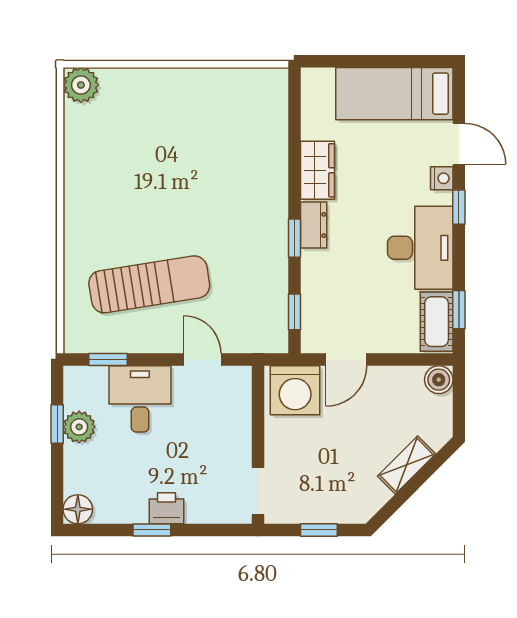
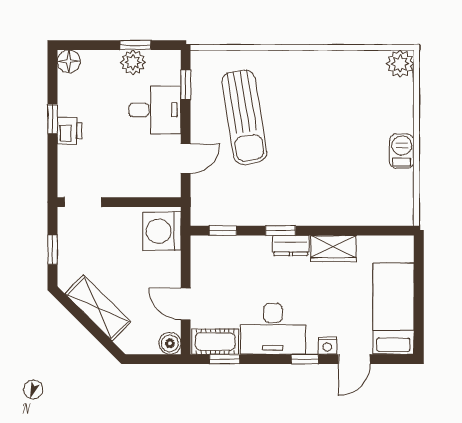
barbecue: (193, 83) -> (402, 151), added
door: (346, 359) -> (186, 304), moved
shelving: (407, 465) -> (98, 308), width x1.50, depth x1.33

